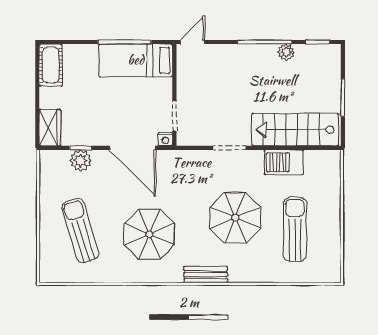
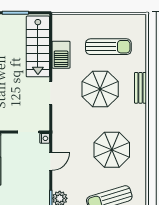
door: (133, 148) -> (51, 161), width x0.53
sun lounger: (295, 229) -> (108, 47), turned 180
bench: (206, 275) -> (140, 88), moved

